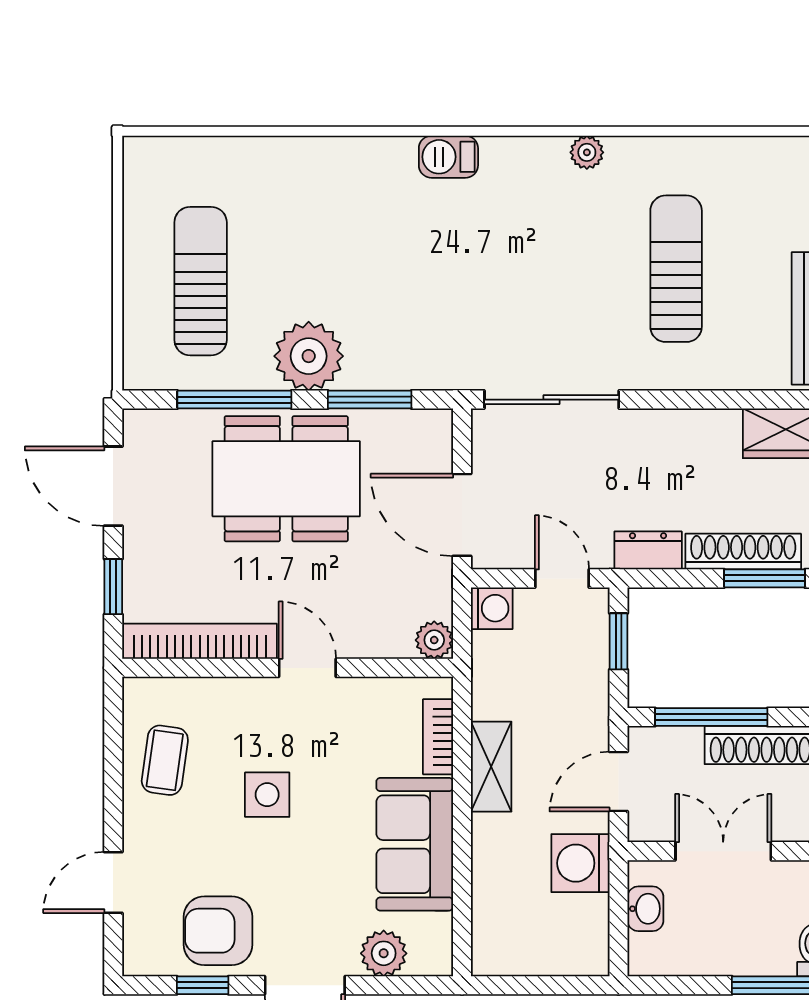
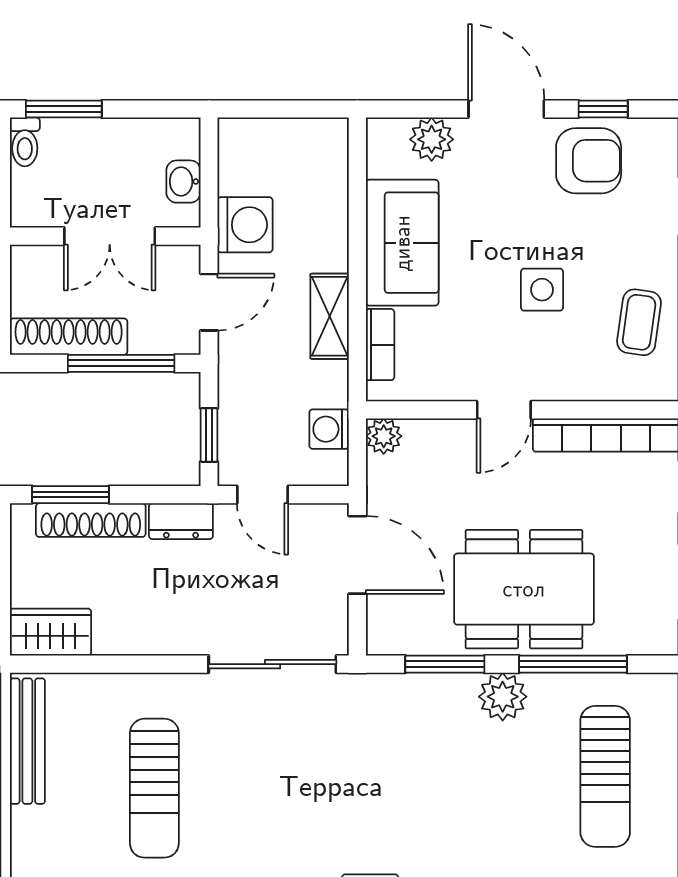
plant: (309, 356) -> (503, 697), width x0.73, depth x0.73
washing machine: (492, 608) -> (329, 429), moved
door: (307, 668) -> (504, 410), hinge flipped

